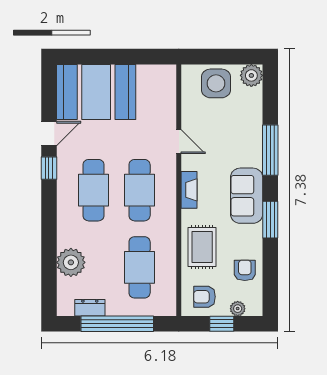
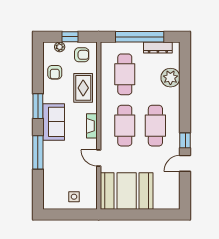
plant: (251, 75) -> (50, 202), removed
side table: (216, 83) -> (74, 197), width x0.54, depth x0.54
booth: (96, 92) -> (127, 191), moved
dresser: (90, 308) -> (158, 47), width x1.44

